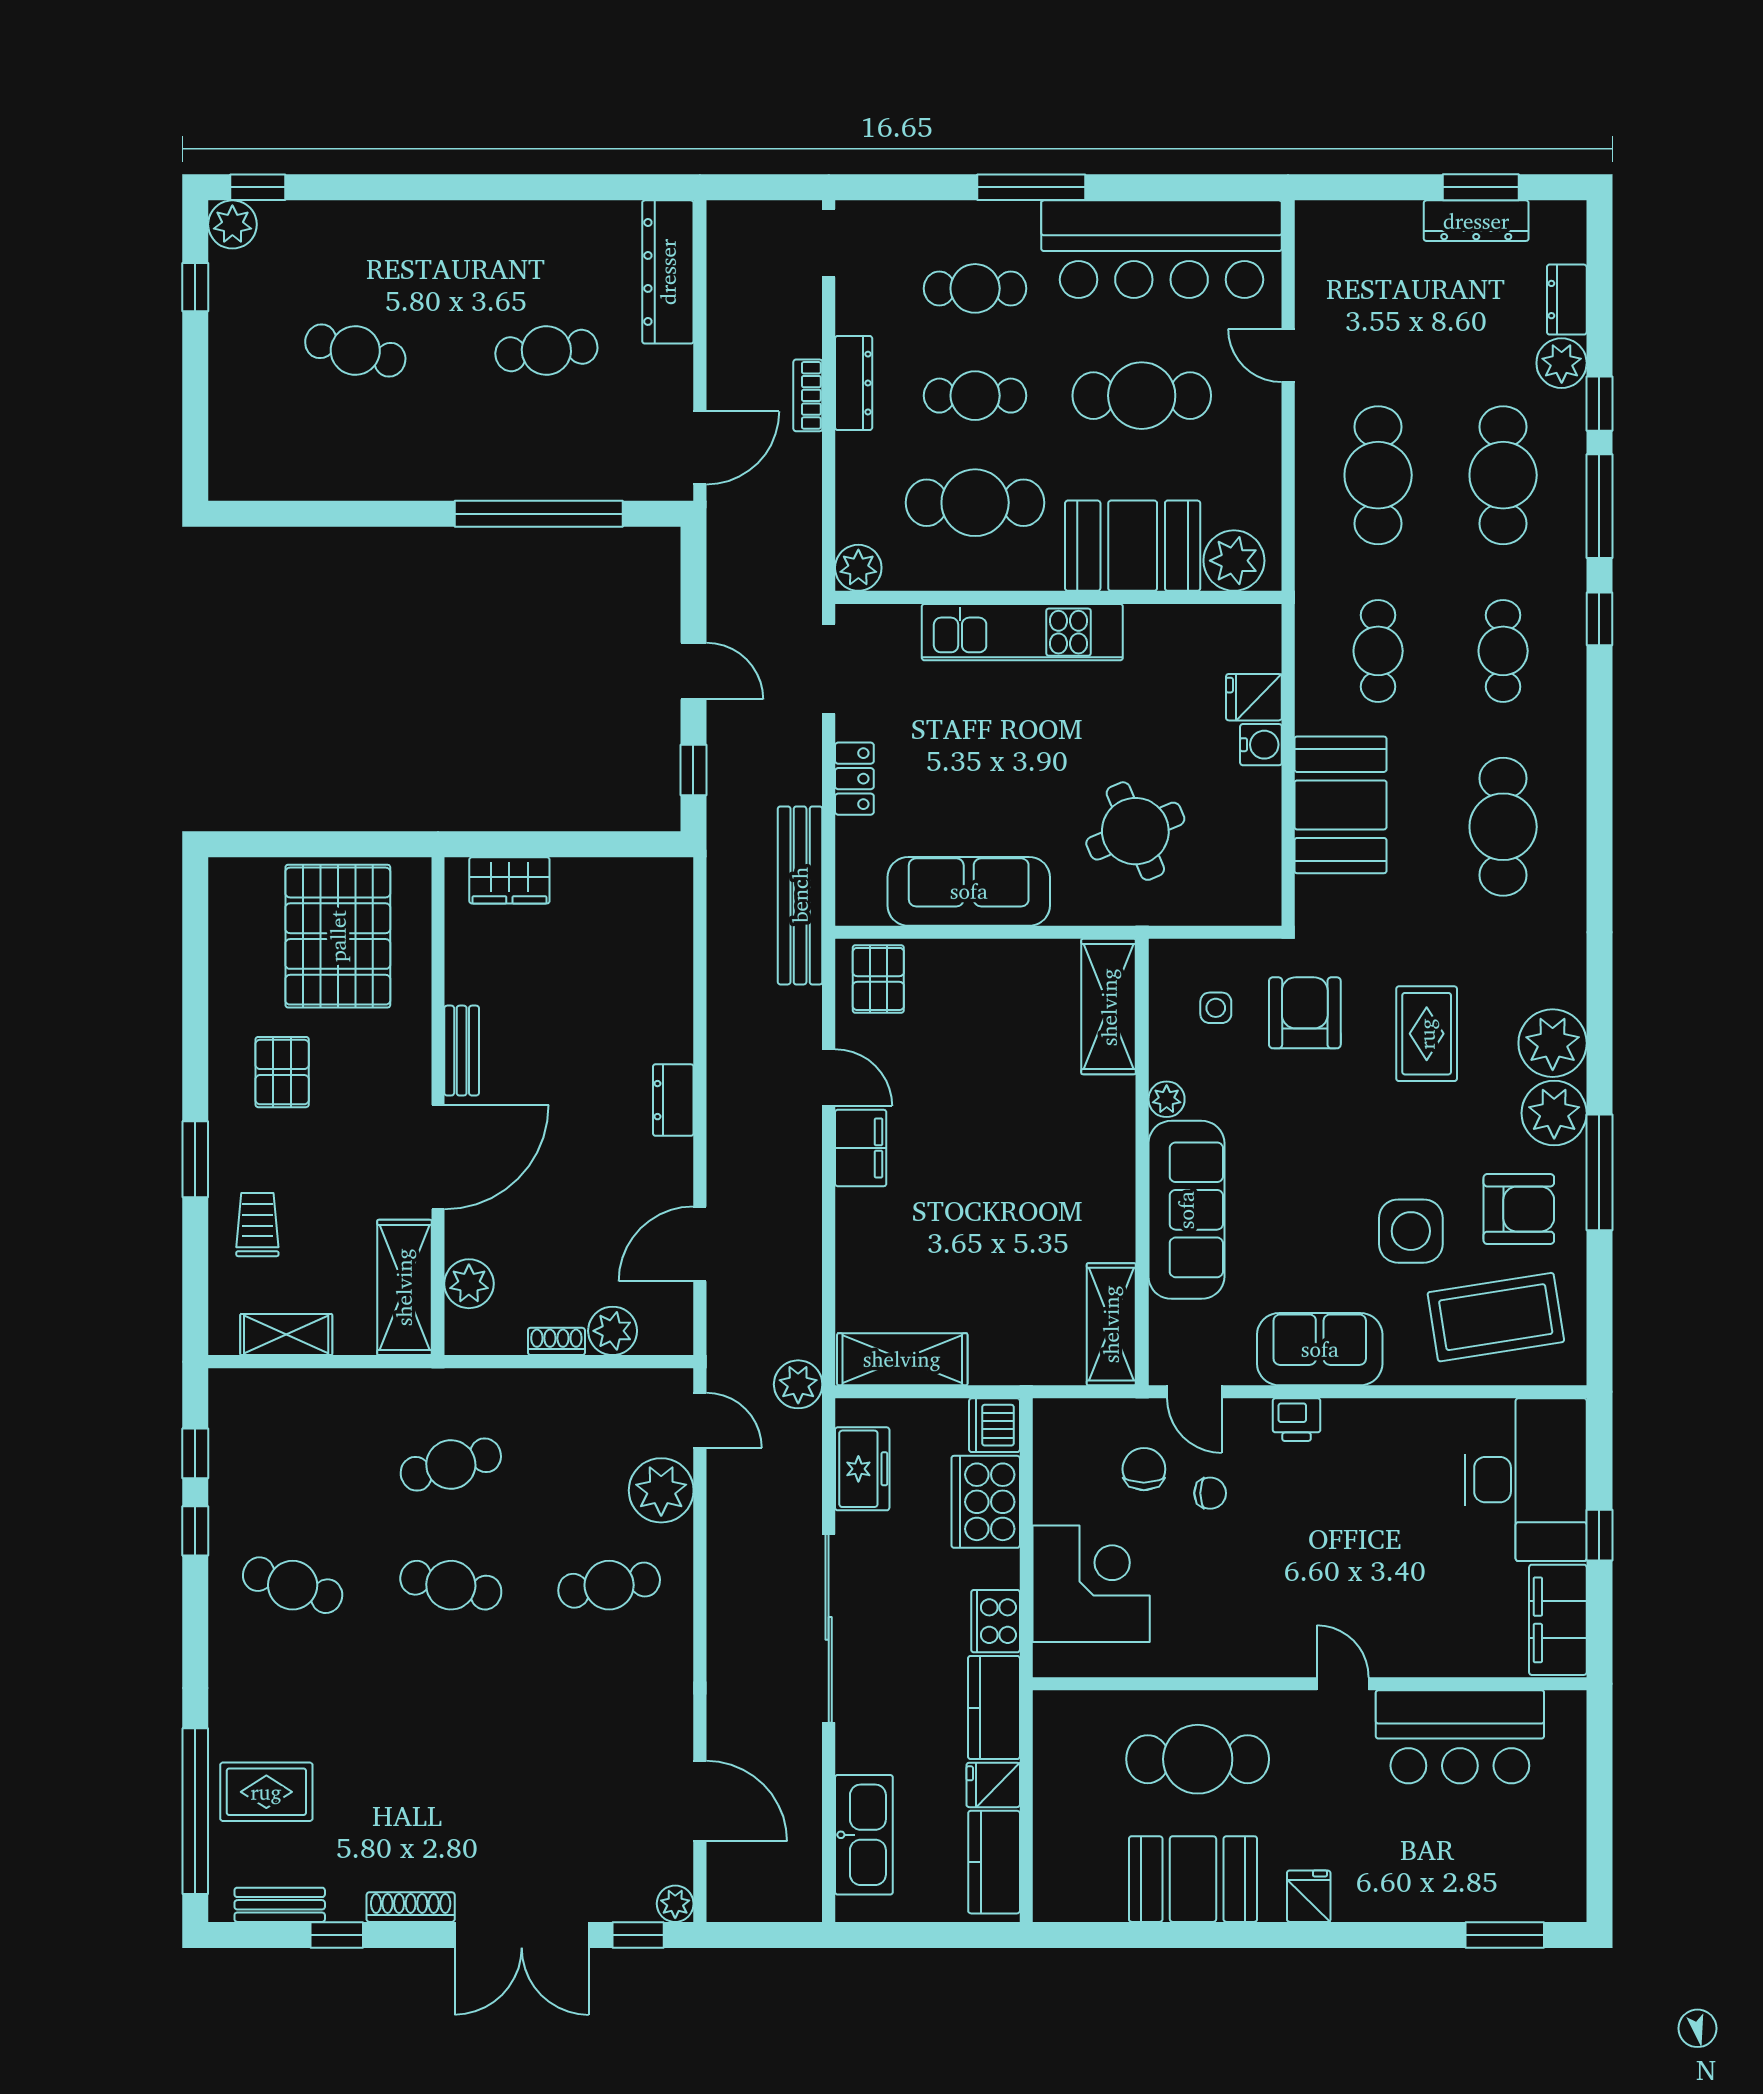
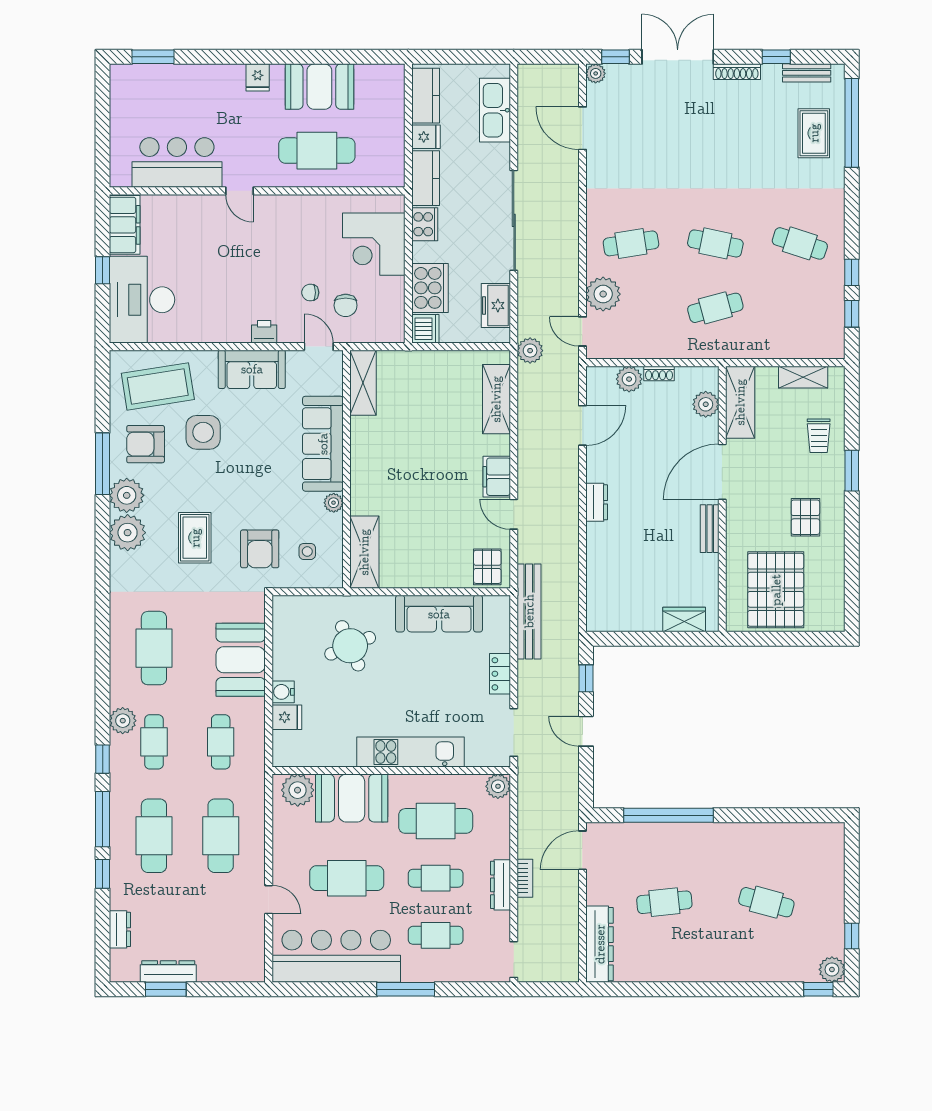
plant: (1562, 363) -> (123, 721), moved
shelving: (902, 1359) -> (496, 399), moved, turned 90
rug: (266, 1792) -> (814, 133), turned 90

